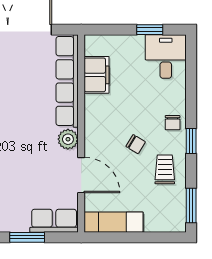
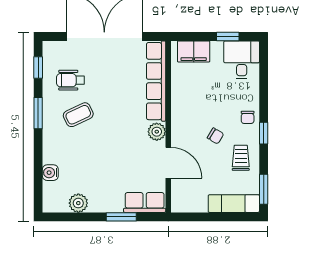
filing cabinet: (97, 75) -> (194, 51), moved, turned 90
exam couch: (114, 222) -> (234, 204), moved

